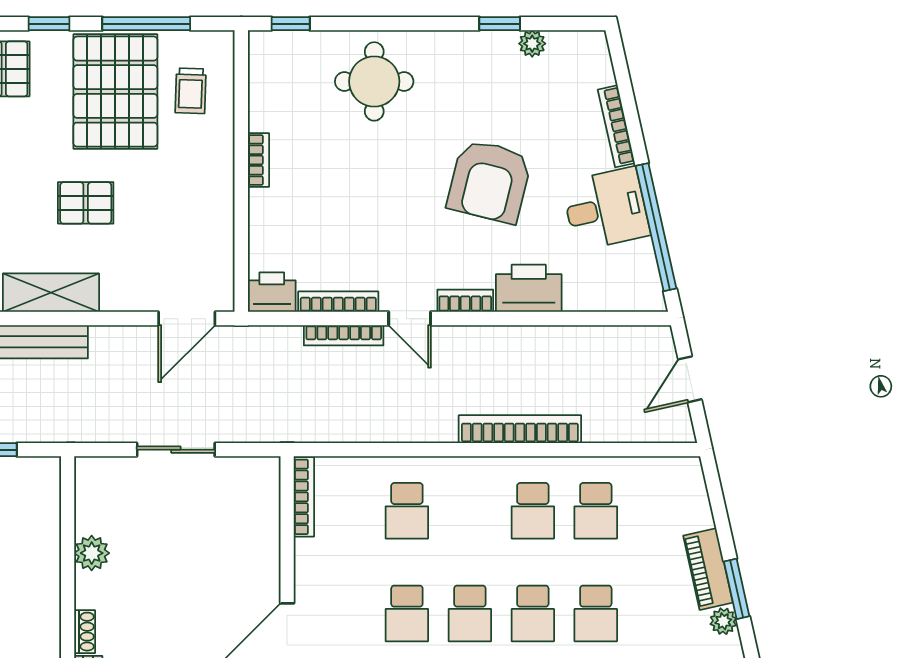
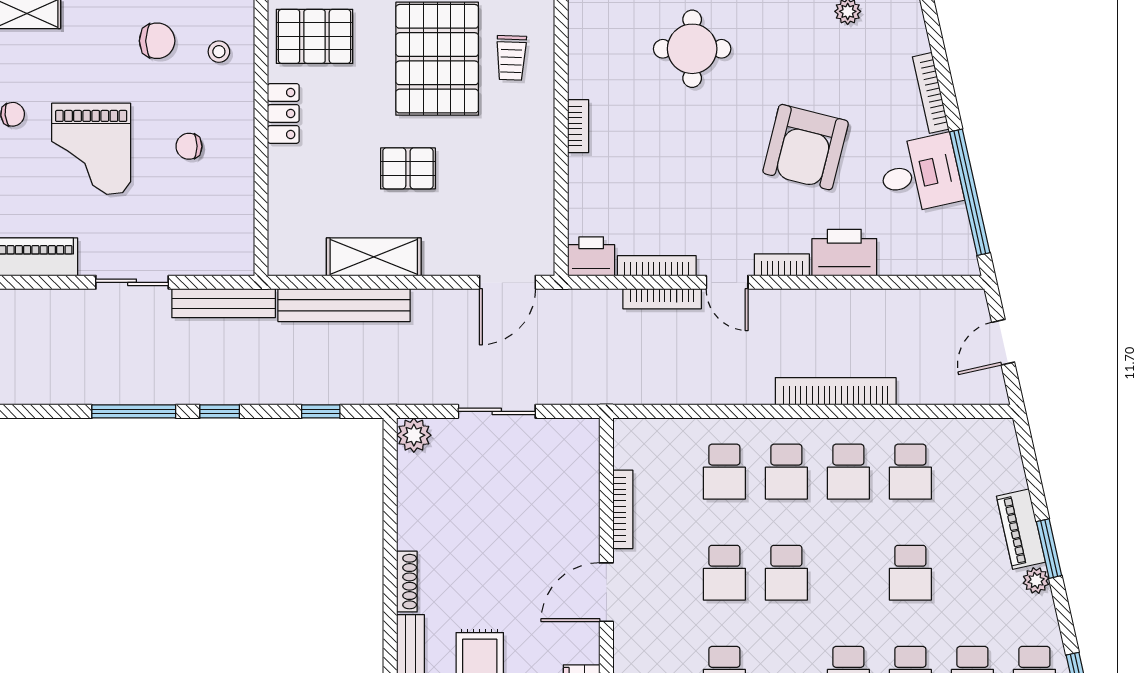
bookcase: (304, 497) -> (623, 509), moved
plant: (92, 553) -> (414, 435), moved
school desk: (533, 613) -> (786, 472), moved
shoe rack: (85, 632) -> (407, 582), width x1.43

